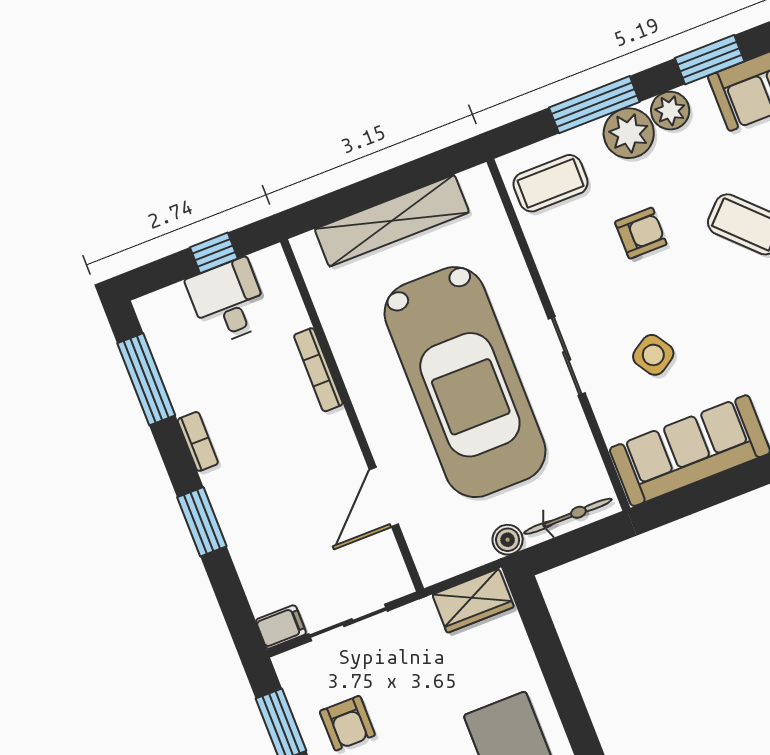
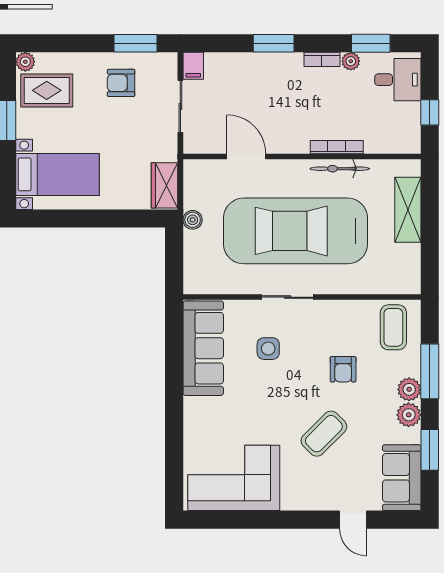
plant: (629, 133) -> (409, 389), width x0.73, depth x0.73
shelving: (392, 221) -> (408, 210), width x0.68
desk: (228, 301) -> (398, 80), moved
side table: (653, 355) -> (268, 349), turned 33
window: (146, 379) -> (371, 43), width x0.69
plant: (184, 398) -> (351, 61), added
bicycle: (568, 516) -> (340, 169), moved, turned 90

